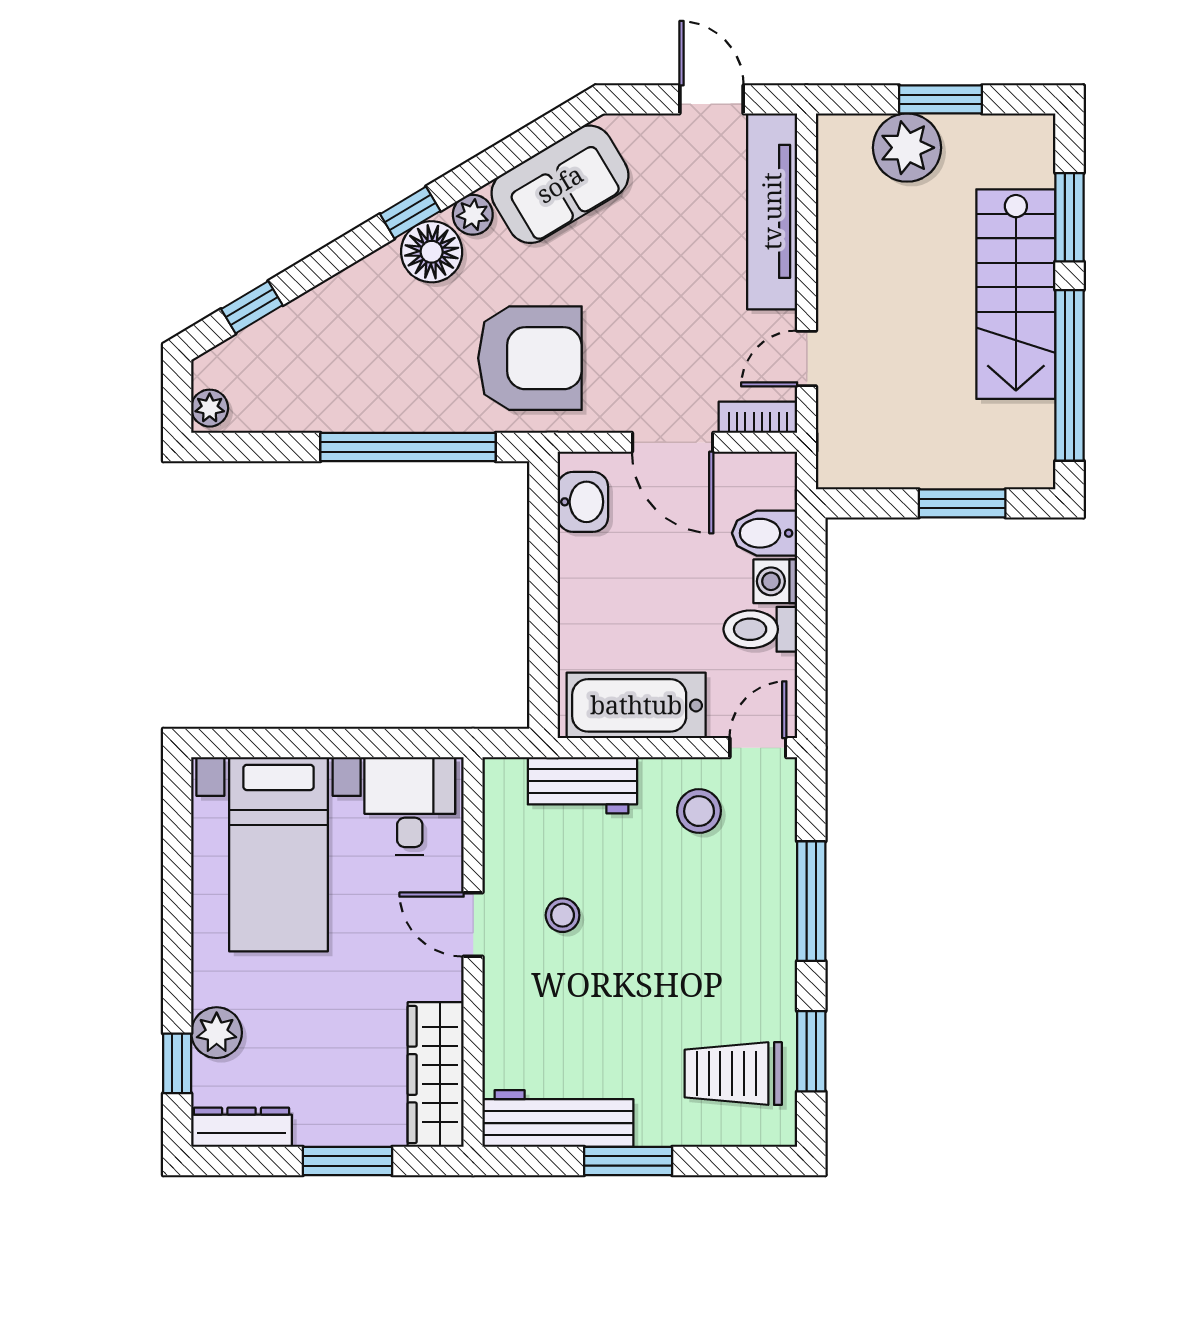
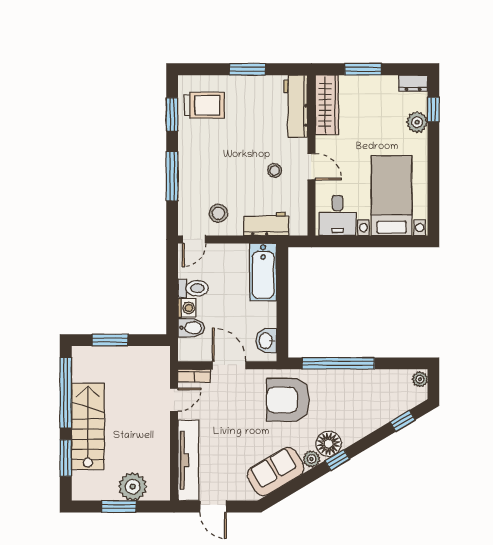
bathtub: (636, 705) -> (263, 272), moved, turned 90
workbench: (558, 1119) -> (296, 106), moved, turned 90
dresser: (242, 1127) -> (413, 83), width x0.70

